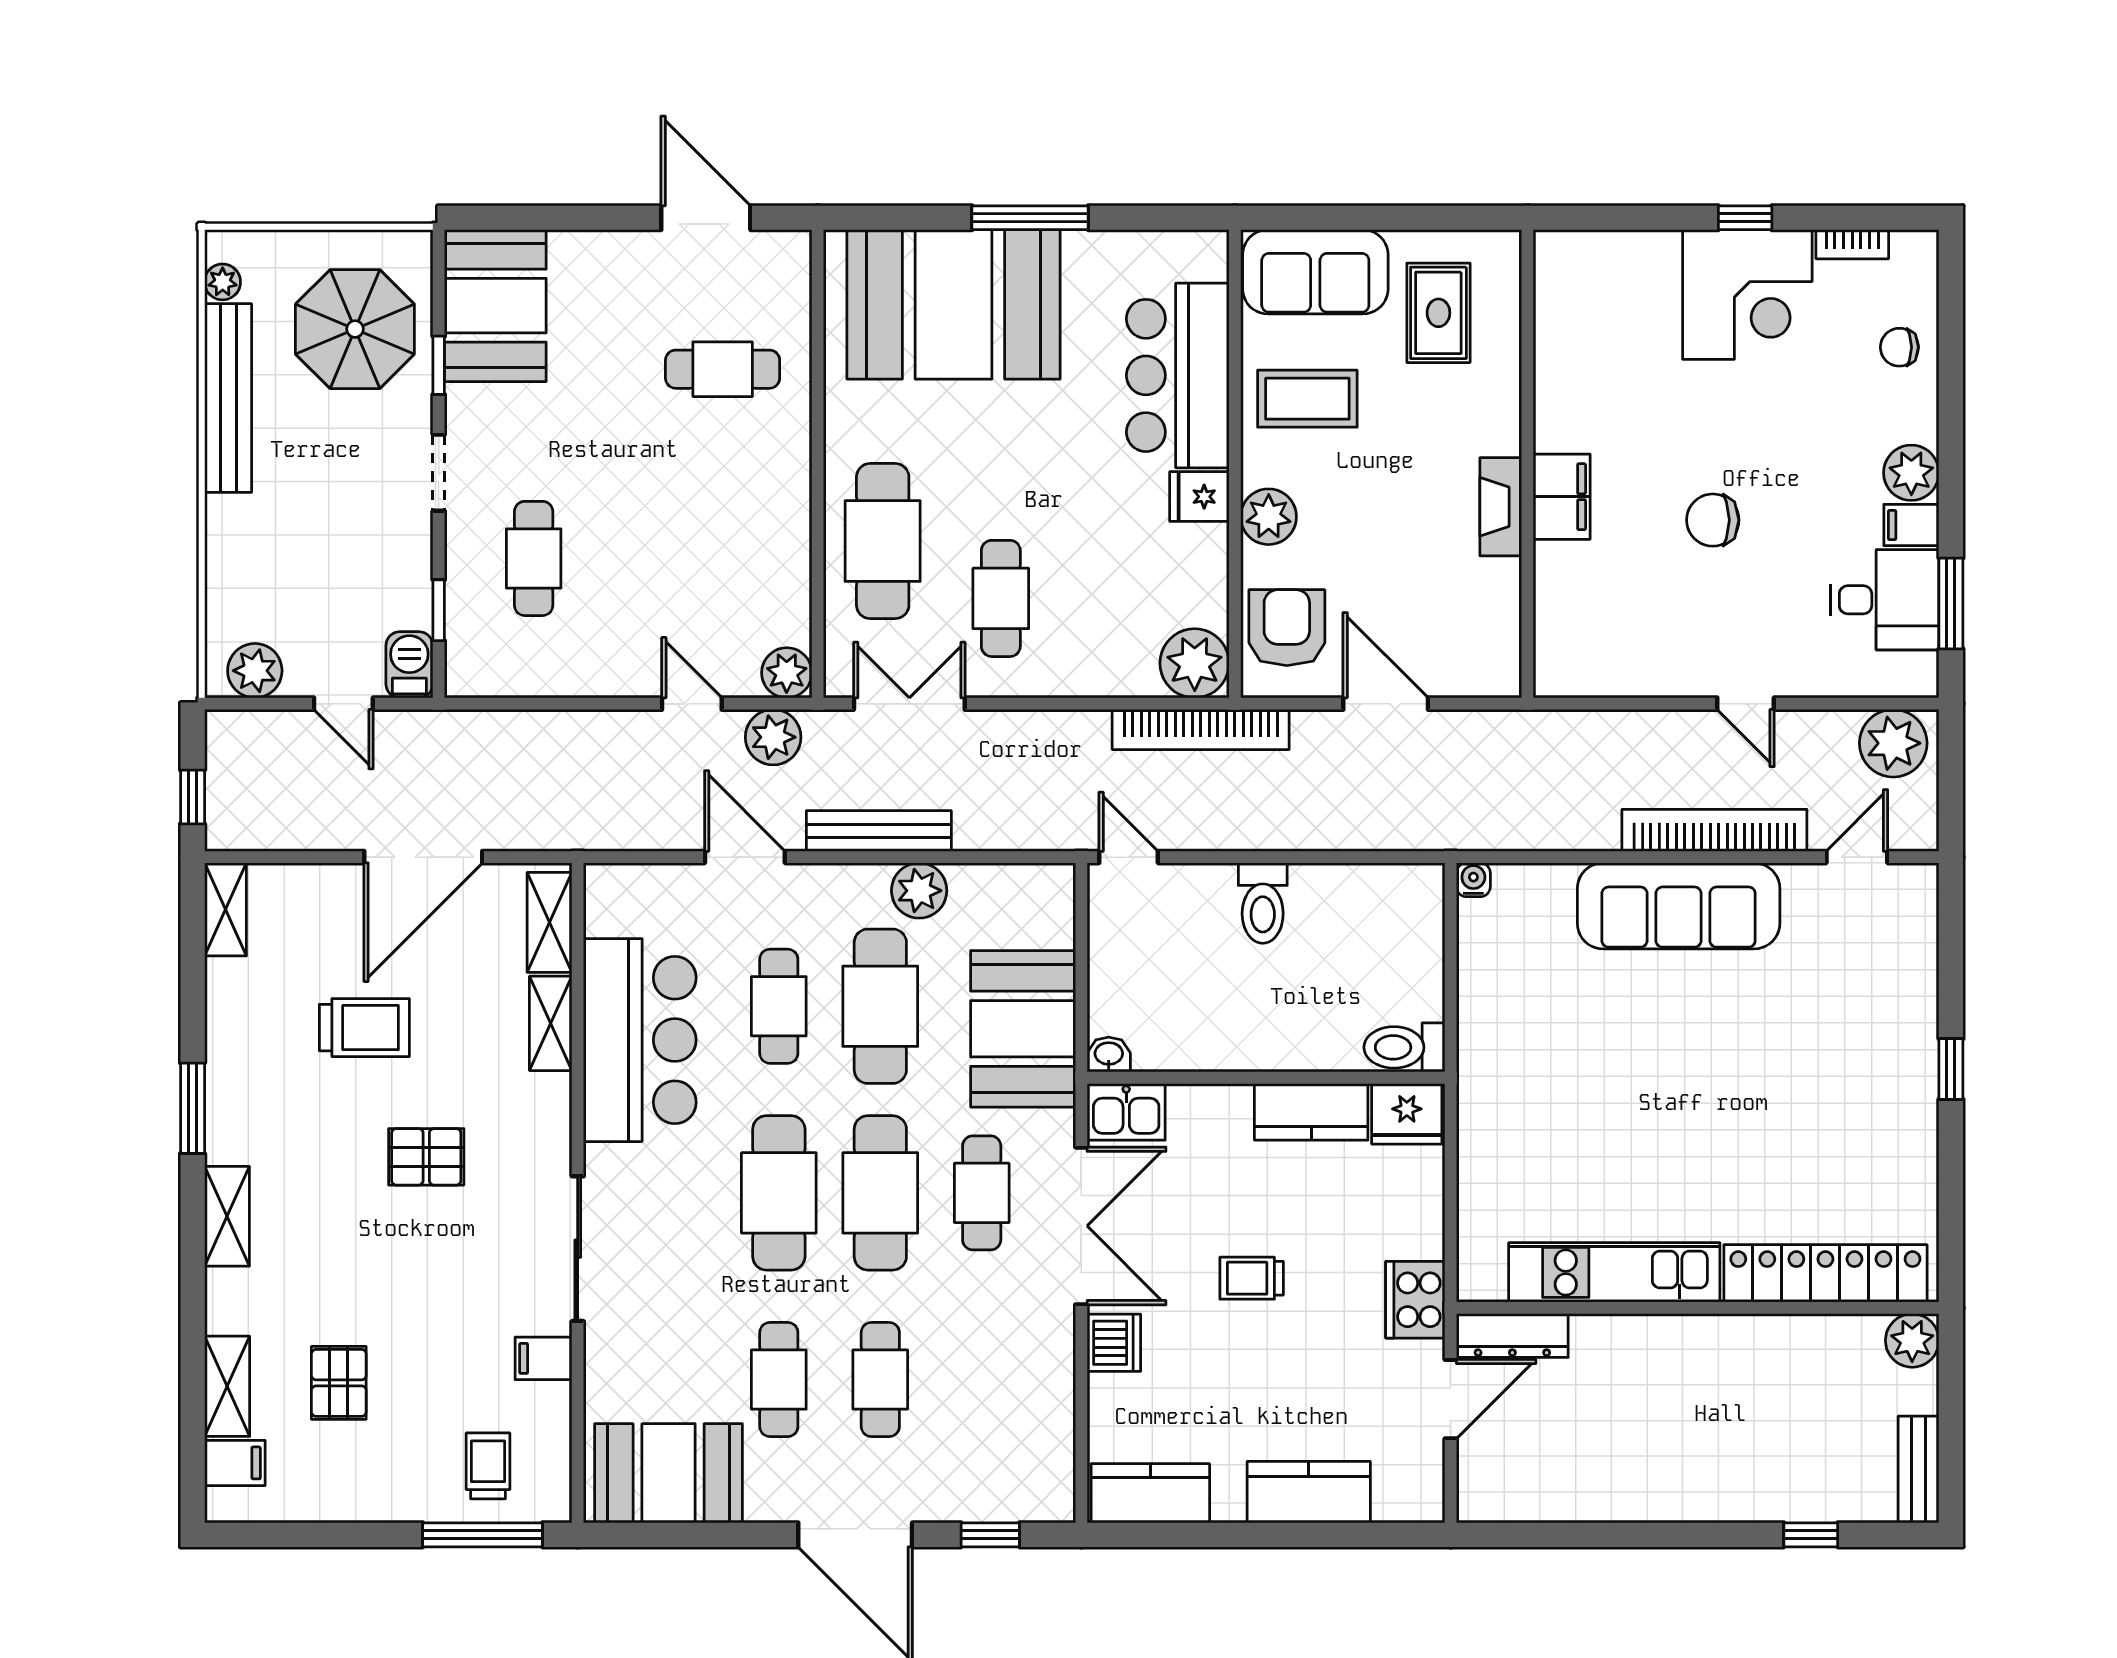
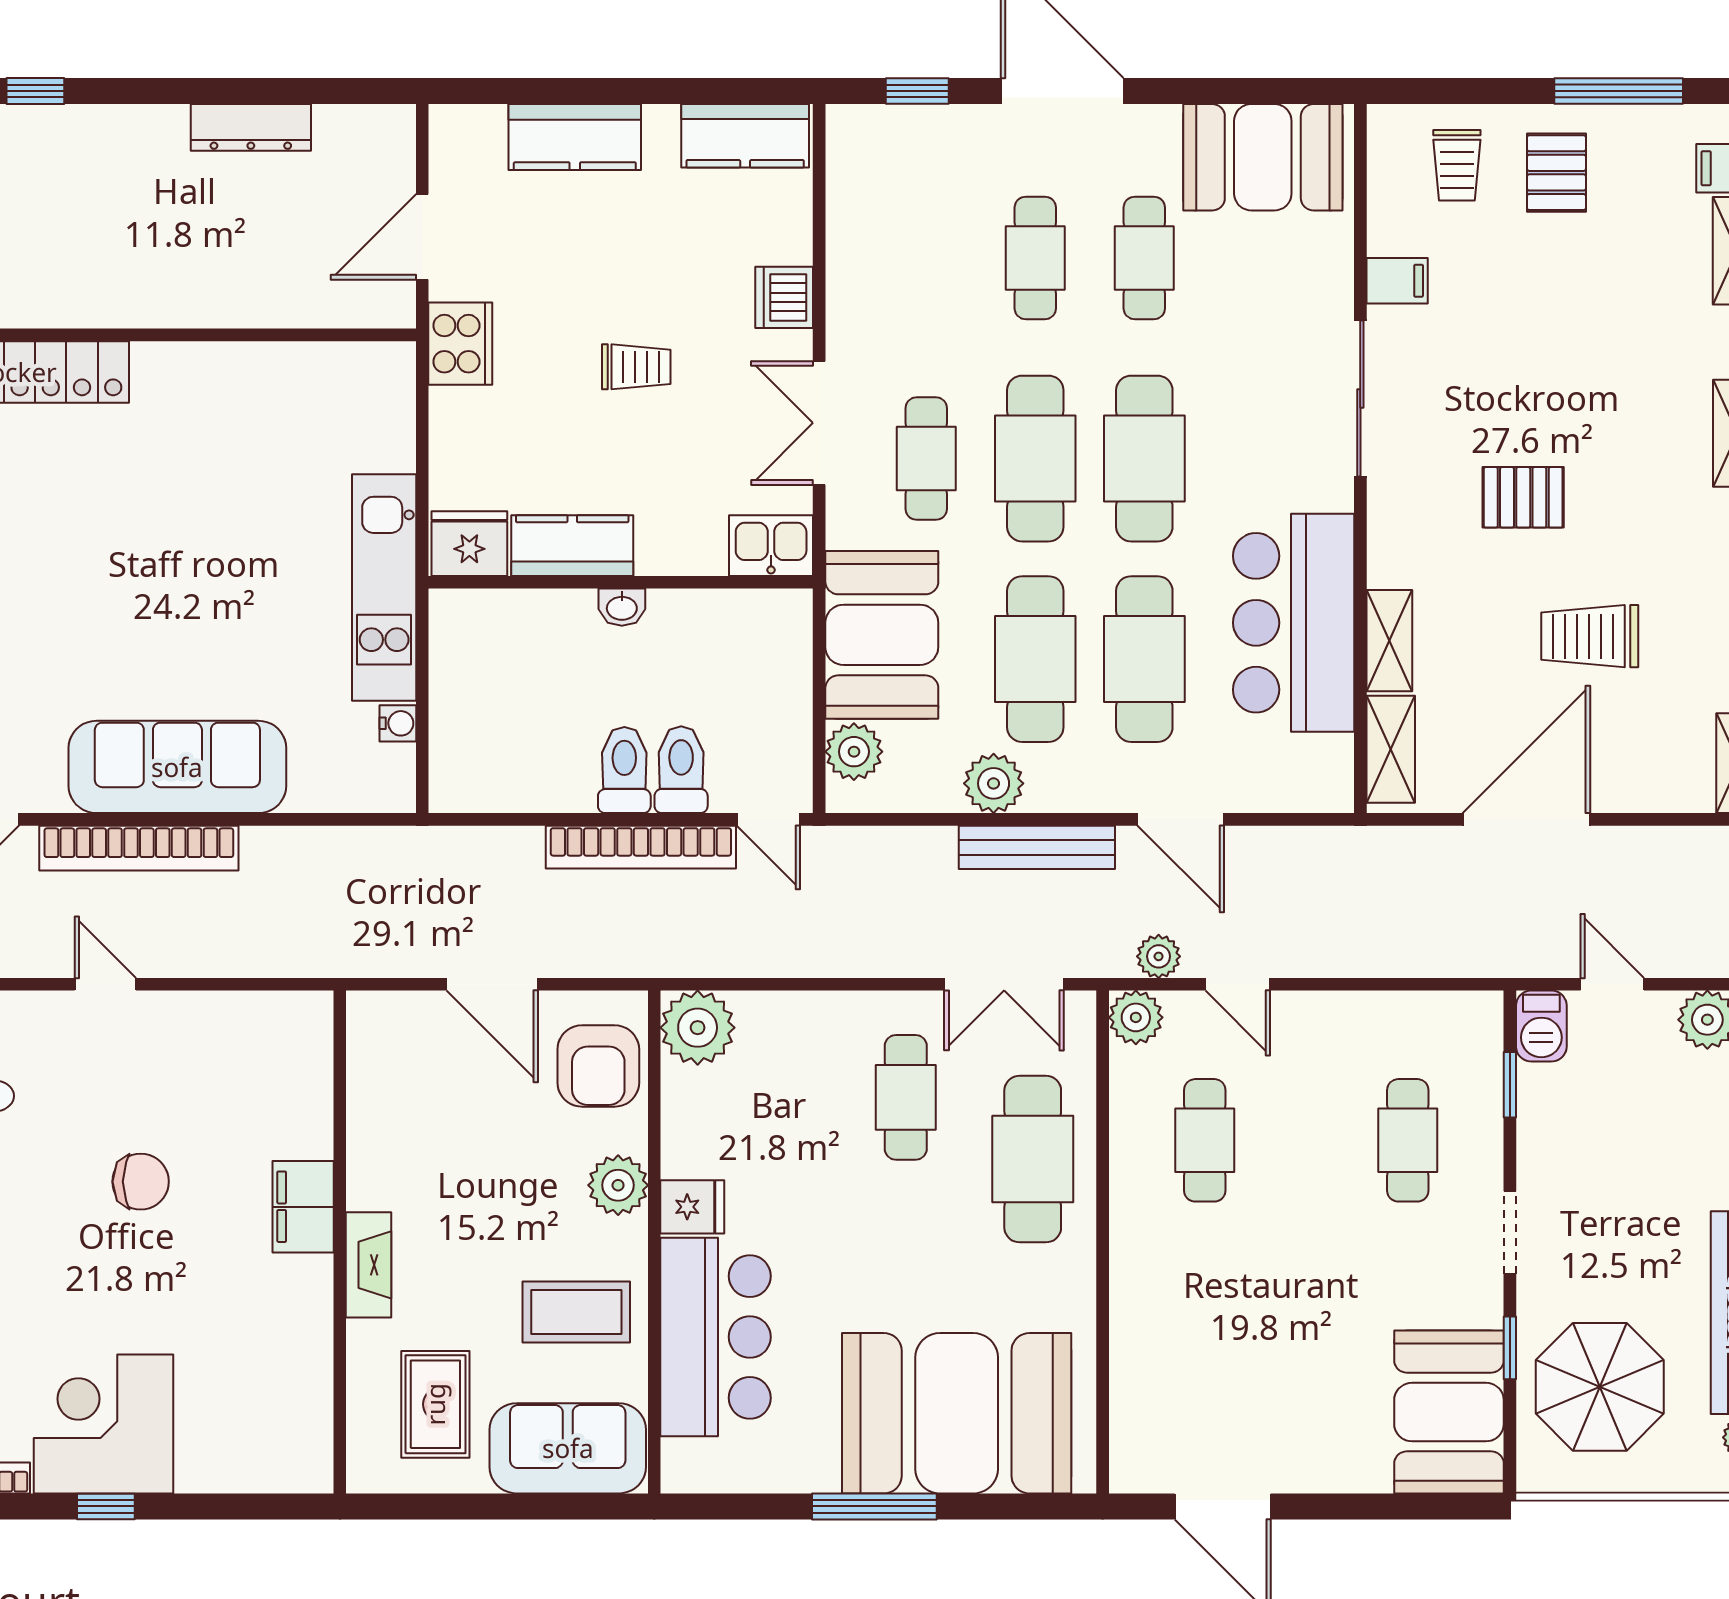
cafe table: (723, 369) -> (1205, 1140), moved, turned 90
fireplace: (1501, 507) -> (369, 1265), moved
bookcase: (1201, 729) -> (641, 847), moved, turned 180
plant: (773, 737) -> (1159, 956), width x0.73, depth x0.73
water cooler: (1473, 880) -> (398, 723), moved, turned -90
plant: (1049, 920) -> (854, 752), added
cafe table: (779, 1006) -> (1144, 659), width x1.37, depth x1.35
toilet: (1404, 1047) -> (681, 770), moved, turned -90
washbasin: (1109, 1055) -> (622, 607), moved
double door: (1081, 1226) -> (819, 423), width x0.73
kitchen unit: (1614, 1272) -> (384, 587), moved, turned 90
dresser: (1512, 1336) -> (251, 127), moved, turned 180
pallet: (339, 1383) -> (1556, 173), moved
window: (483, 1535) -> (1619, 91), moved

